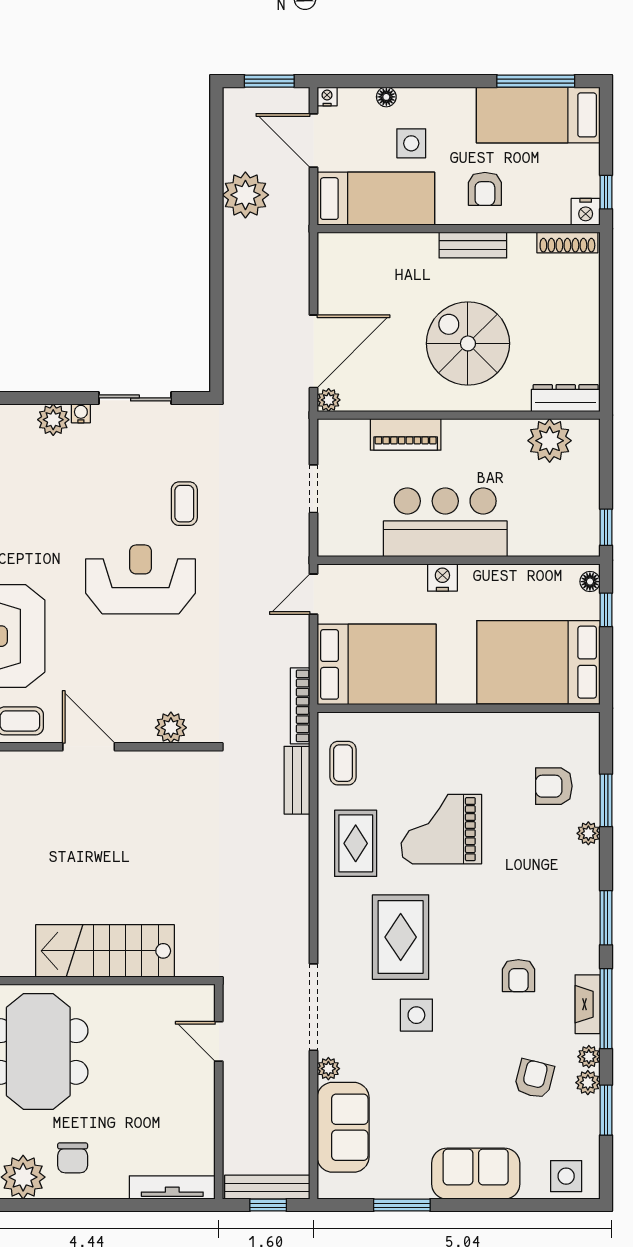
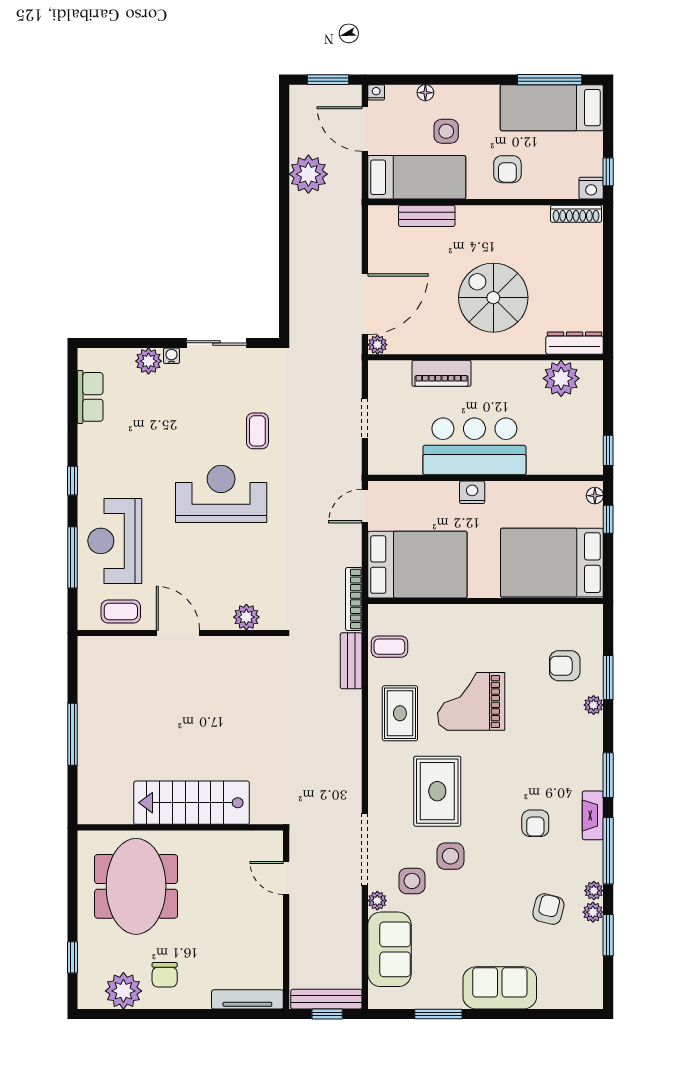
bench: (473, 245) -> (427, 216), moved
coffee table: (343, 763) -> (389, 647), turned 90
fireplace: (588, 1004) -> (593, 815), moved
side table: (566, 1176) -> (412, 881), moved

